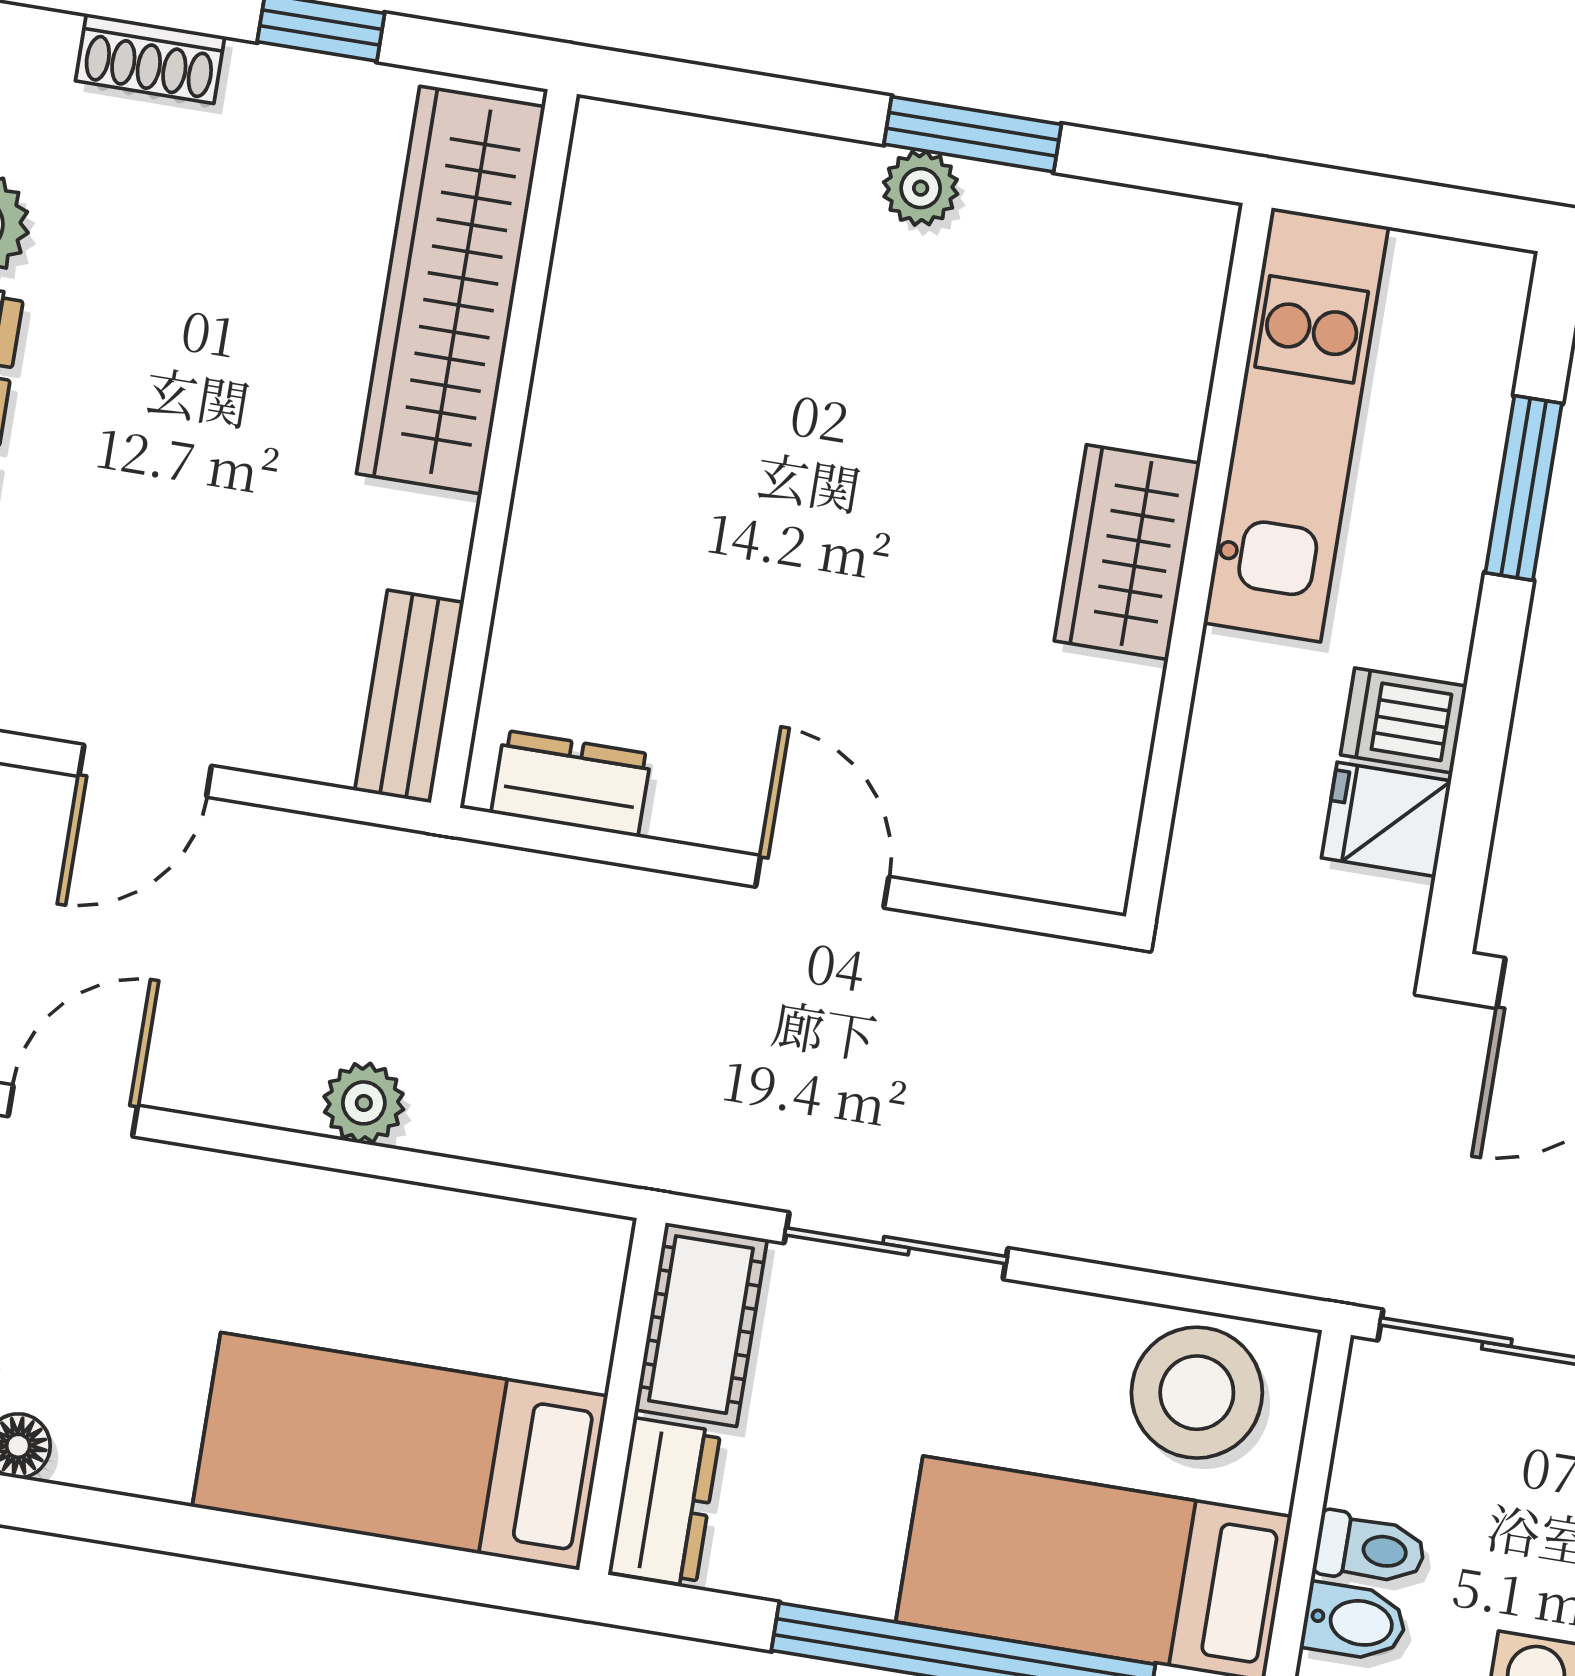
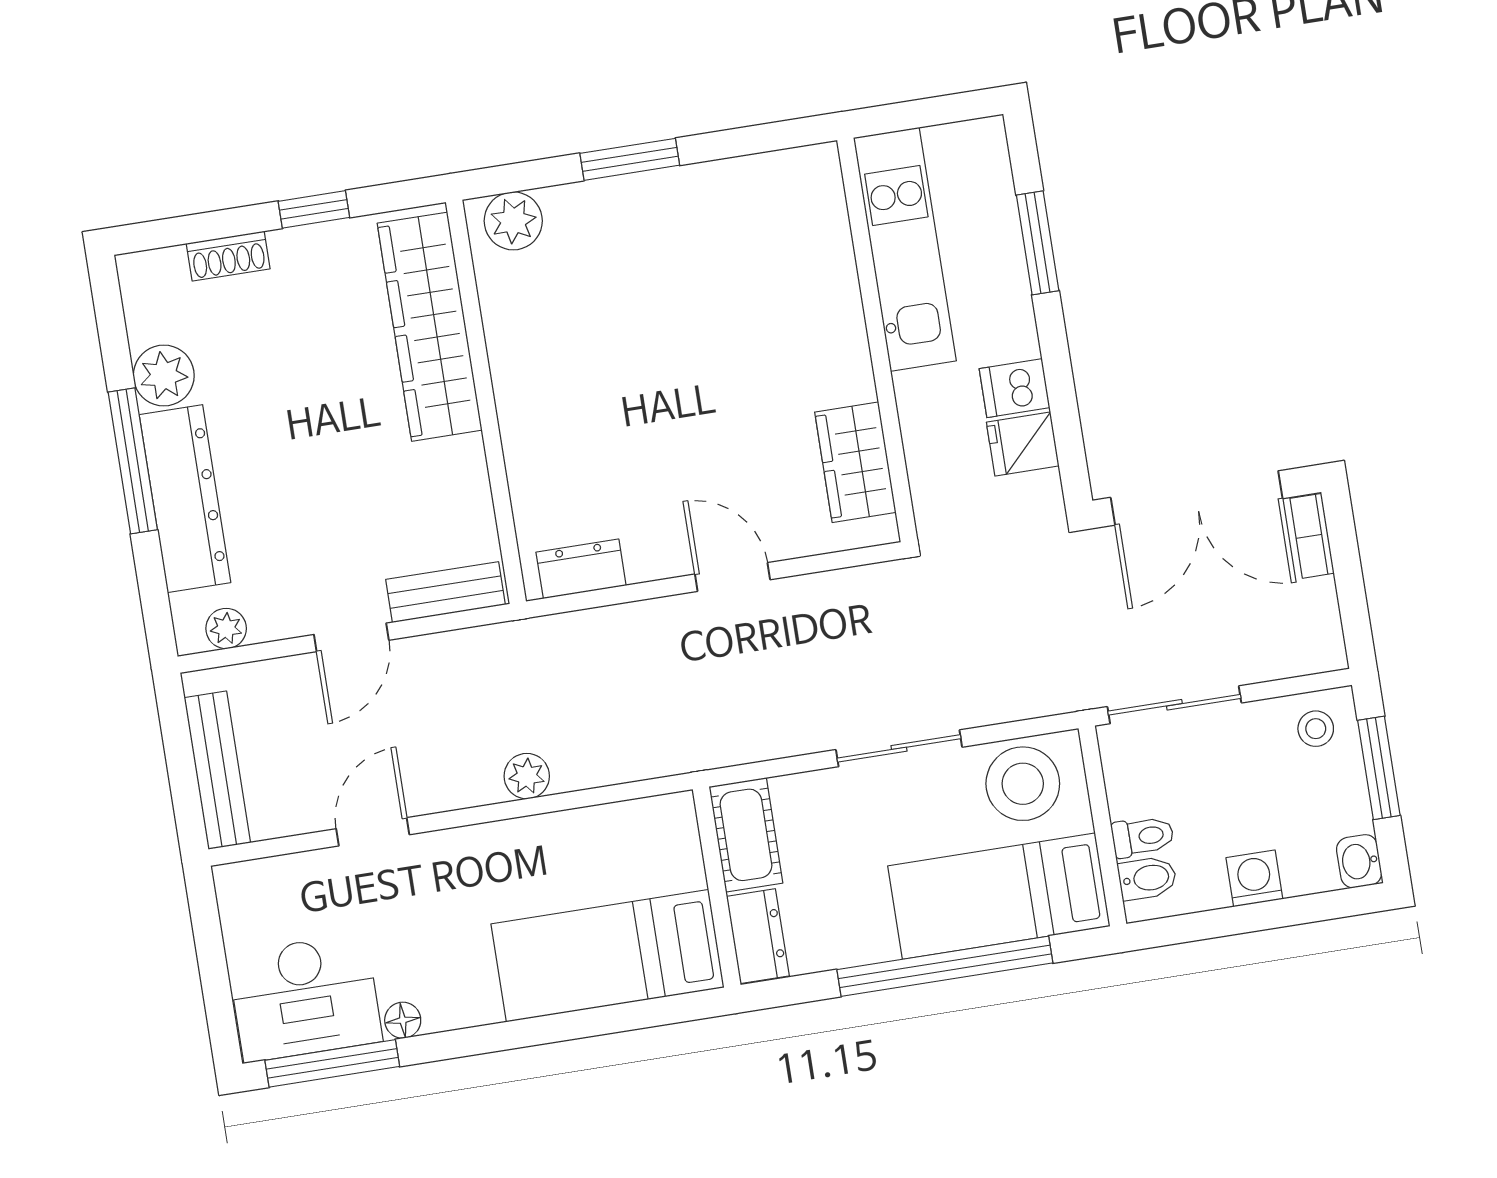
window: (973, 134) -> (630, 159), moved
plant: (921, 188) -> (513, 221), moved, width x1.38, depth x1.38
wardrobe: (1127, 552) -> (855, 462), moved
bench: (409, 696) -> (446, 592), moved, turned 90
sliding door: (896, 1246) -> (899, 748), moved

